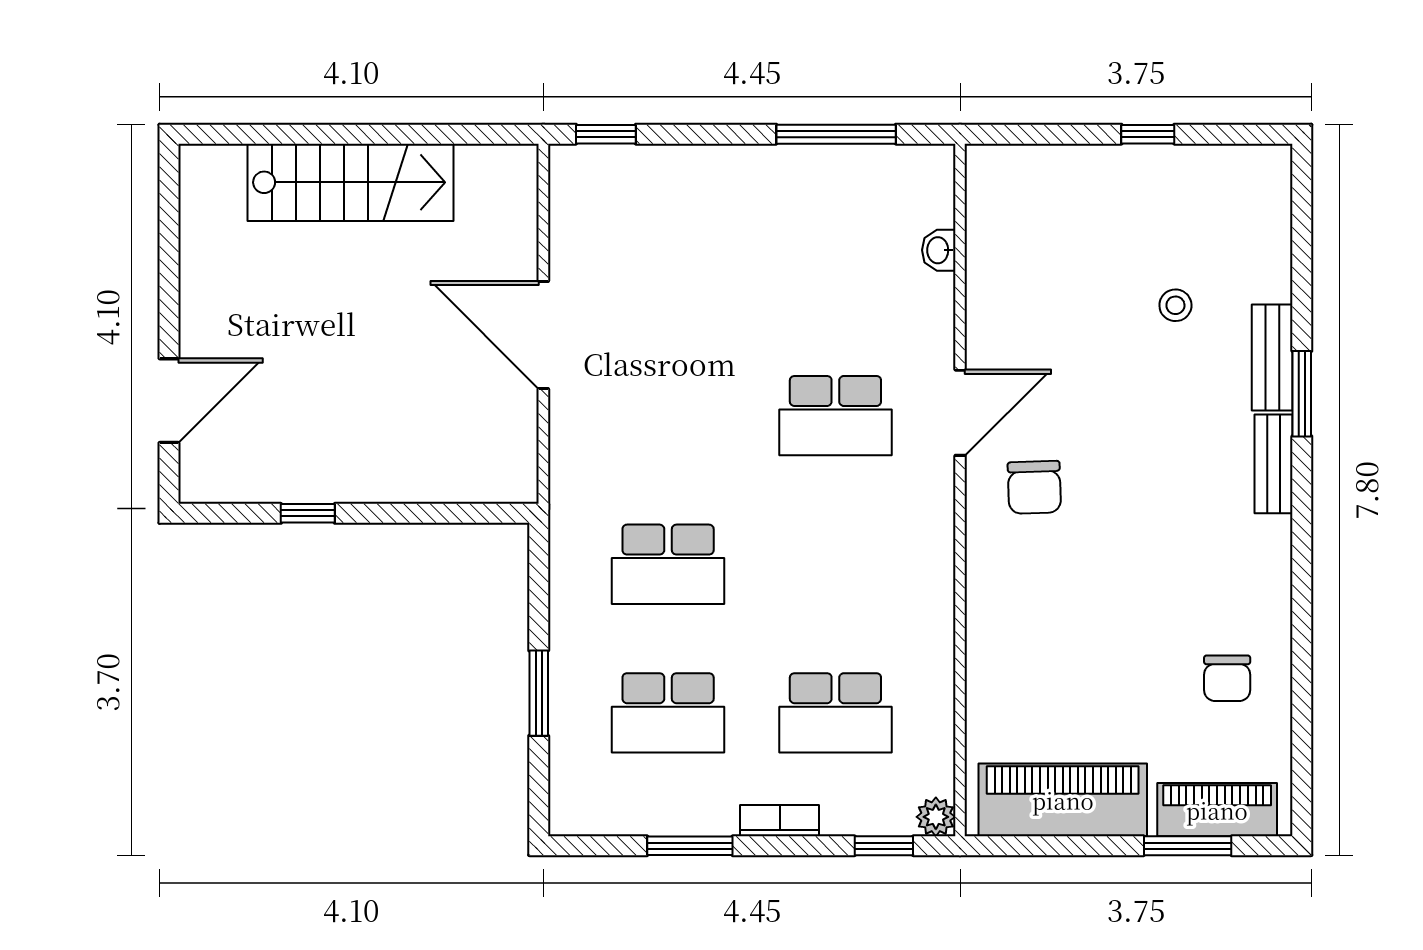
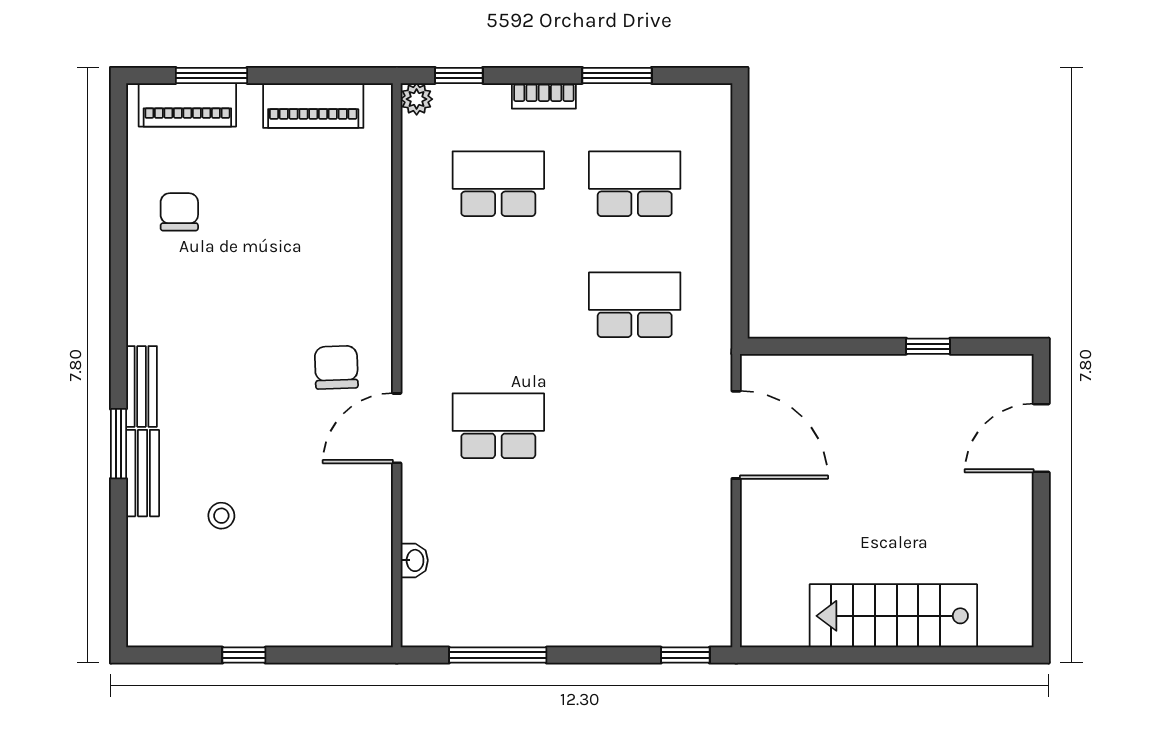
door: (543, 335) -> (736, 435), moved
window: (539, 693) -> (740, 200), removed
piano: (1063, 800) -> (313, 106), width x0.73, depth x0.75

